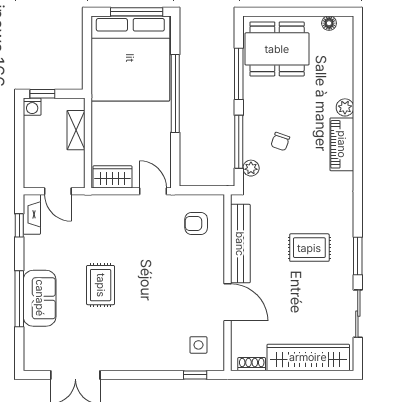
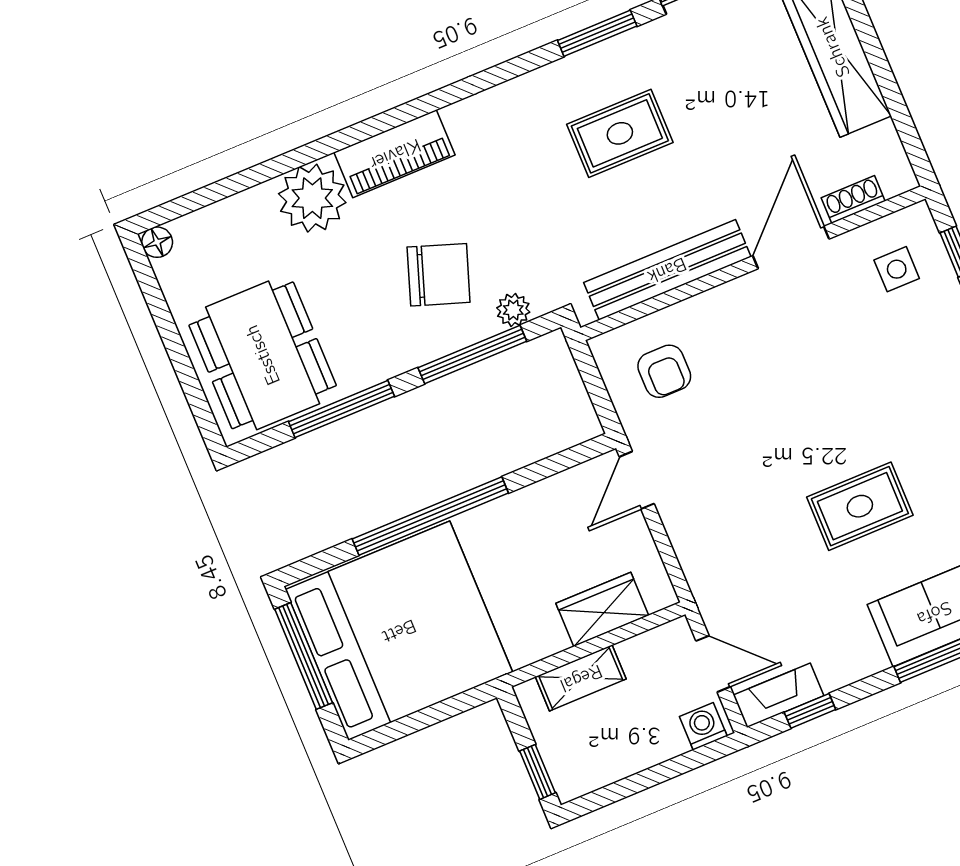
floor lamp: (329, 23) -> (157, 242), moved
washing machine: (32, 107) -> (703, 726), moved, turned -90
plant: (345, 107) -> (312, 198), width x1.87, depth x1.87
chair: (280, 142) -> (439, 275), width x1.87, depth x1.87
wardrobe: (113, 177) -> (602, 609), moved, turned 90
door: (58, 191) -> (713, 664), hinge flipped
rug: (309, 248) -> (620, 133), turned 90
shoe rack: (252, 364) -> (853, 199), moved, turned 90

